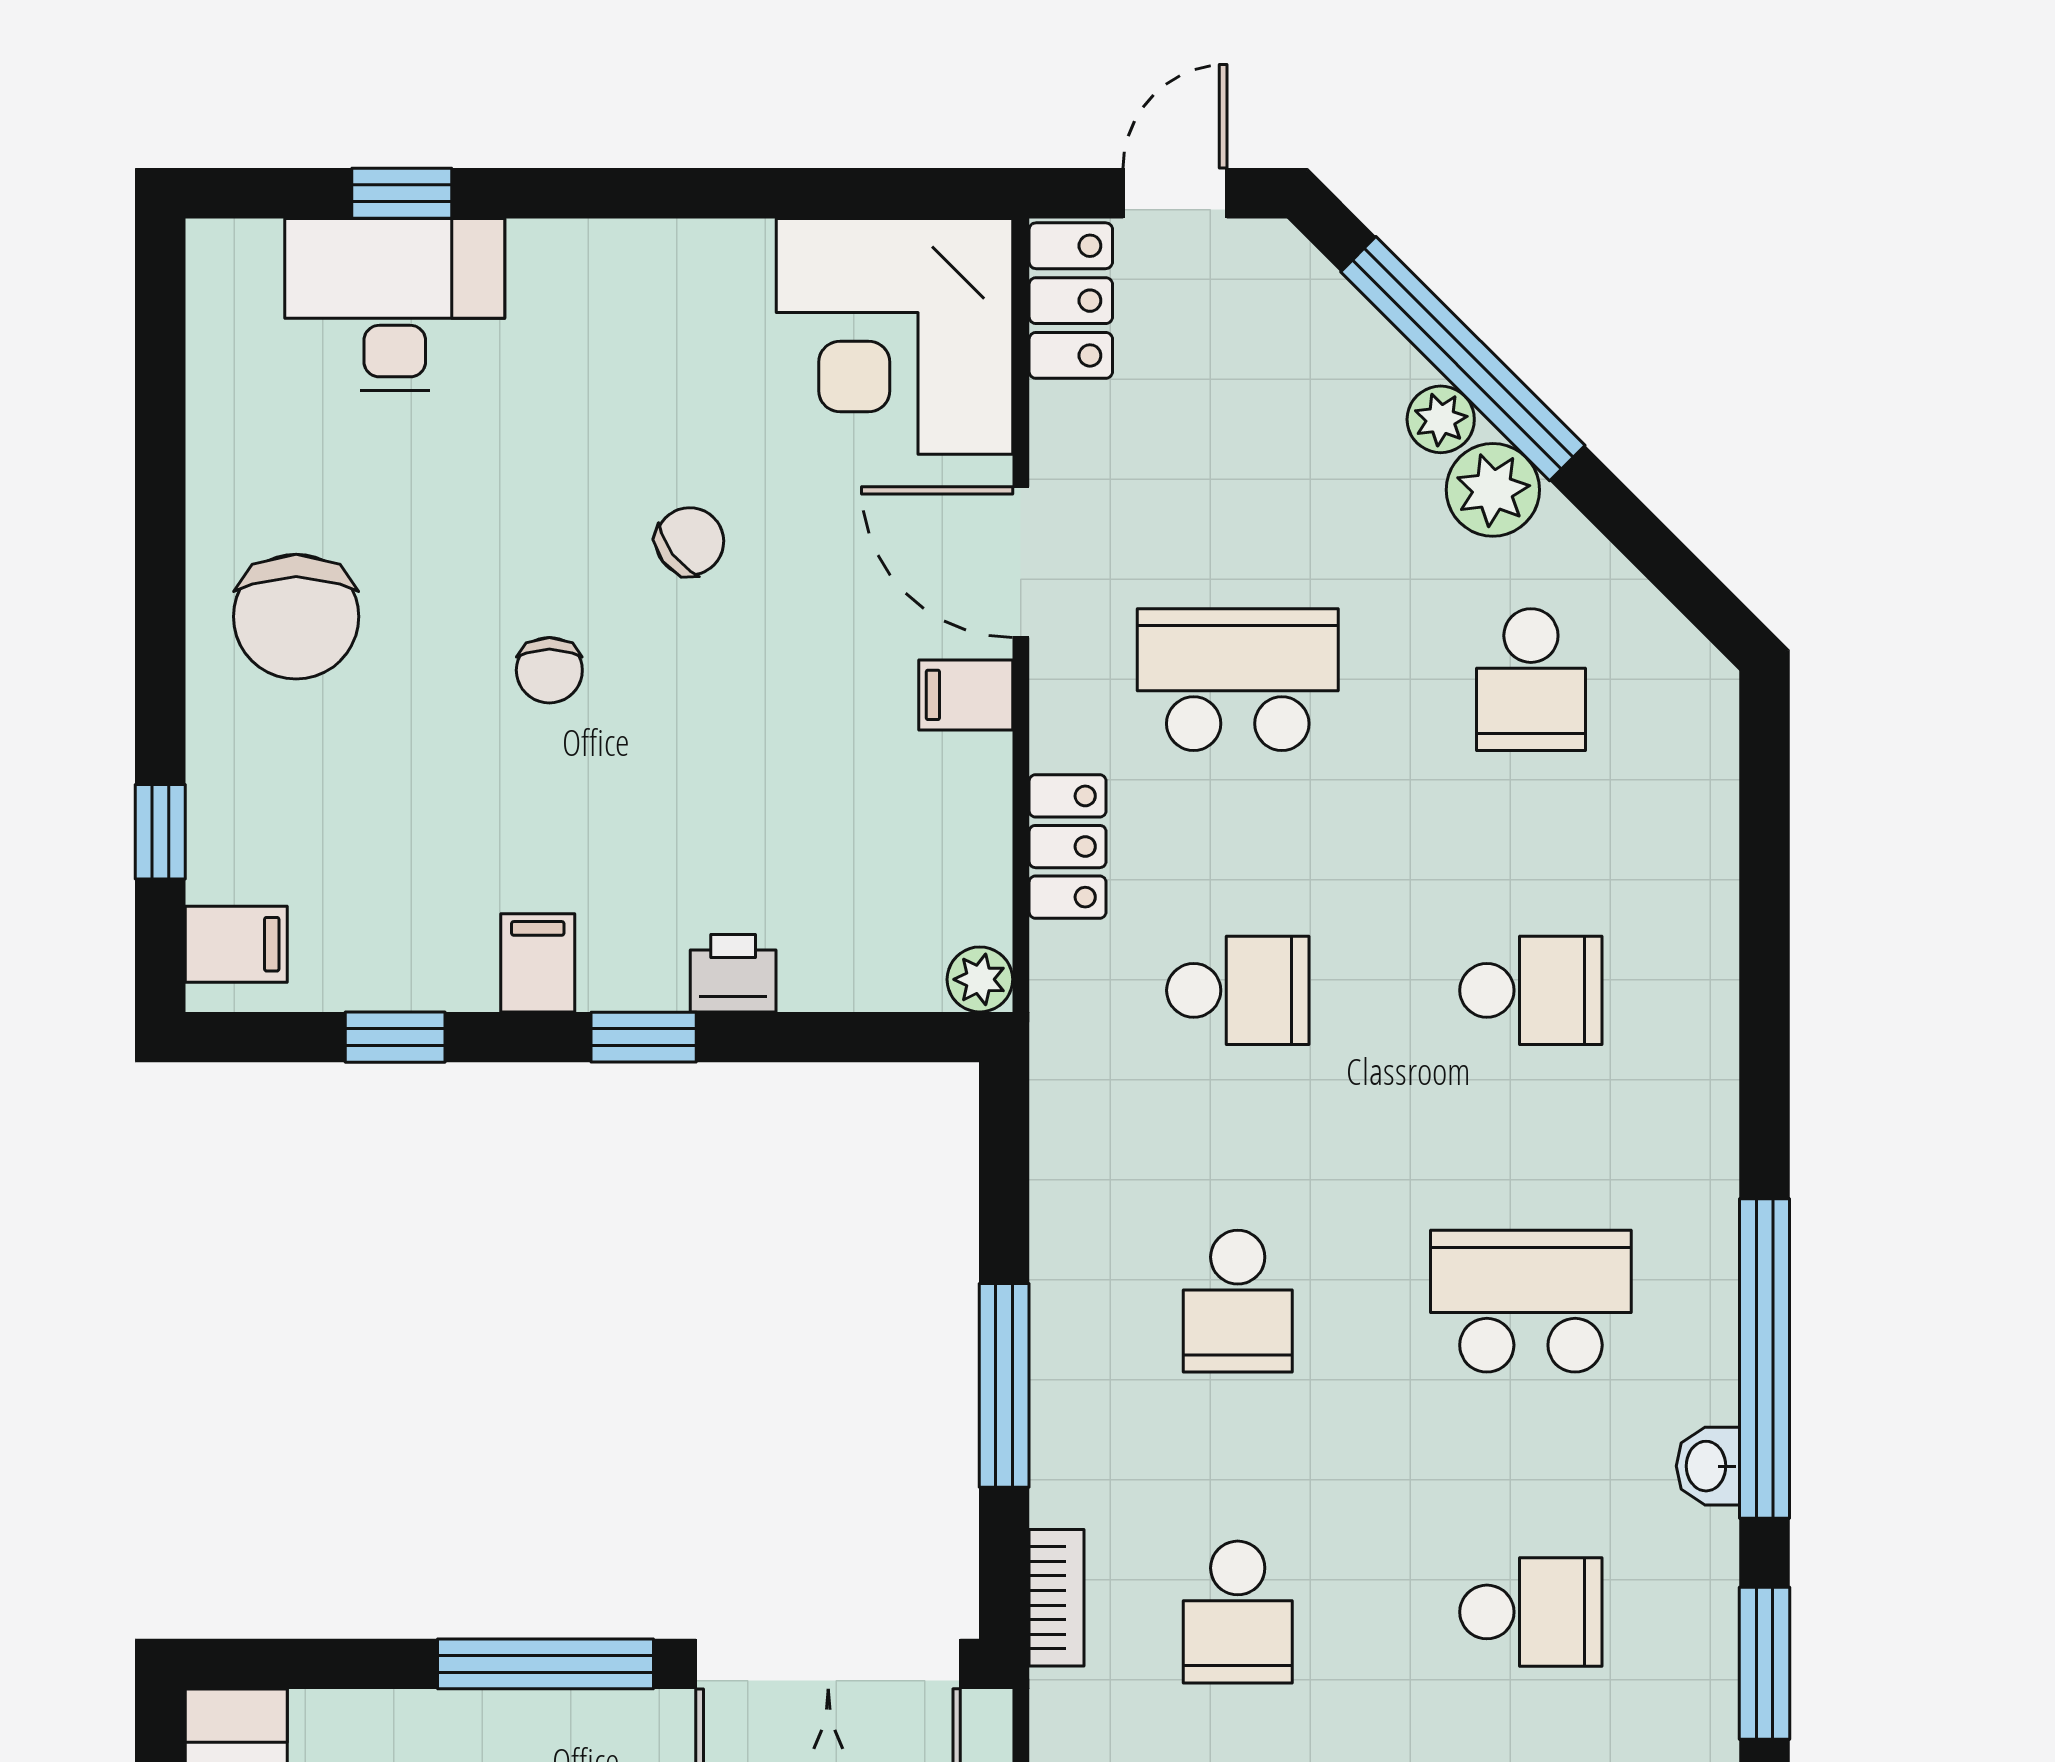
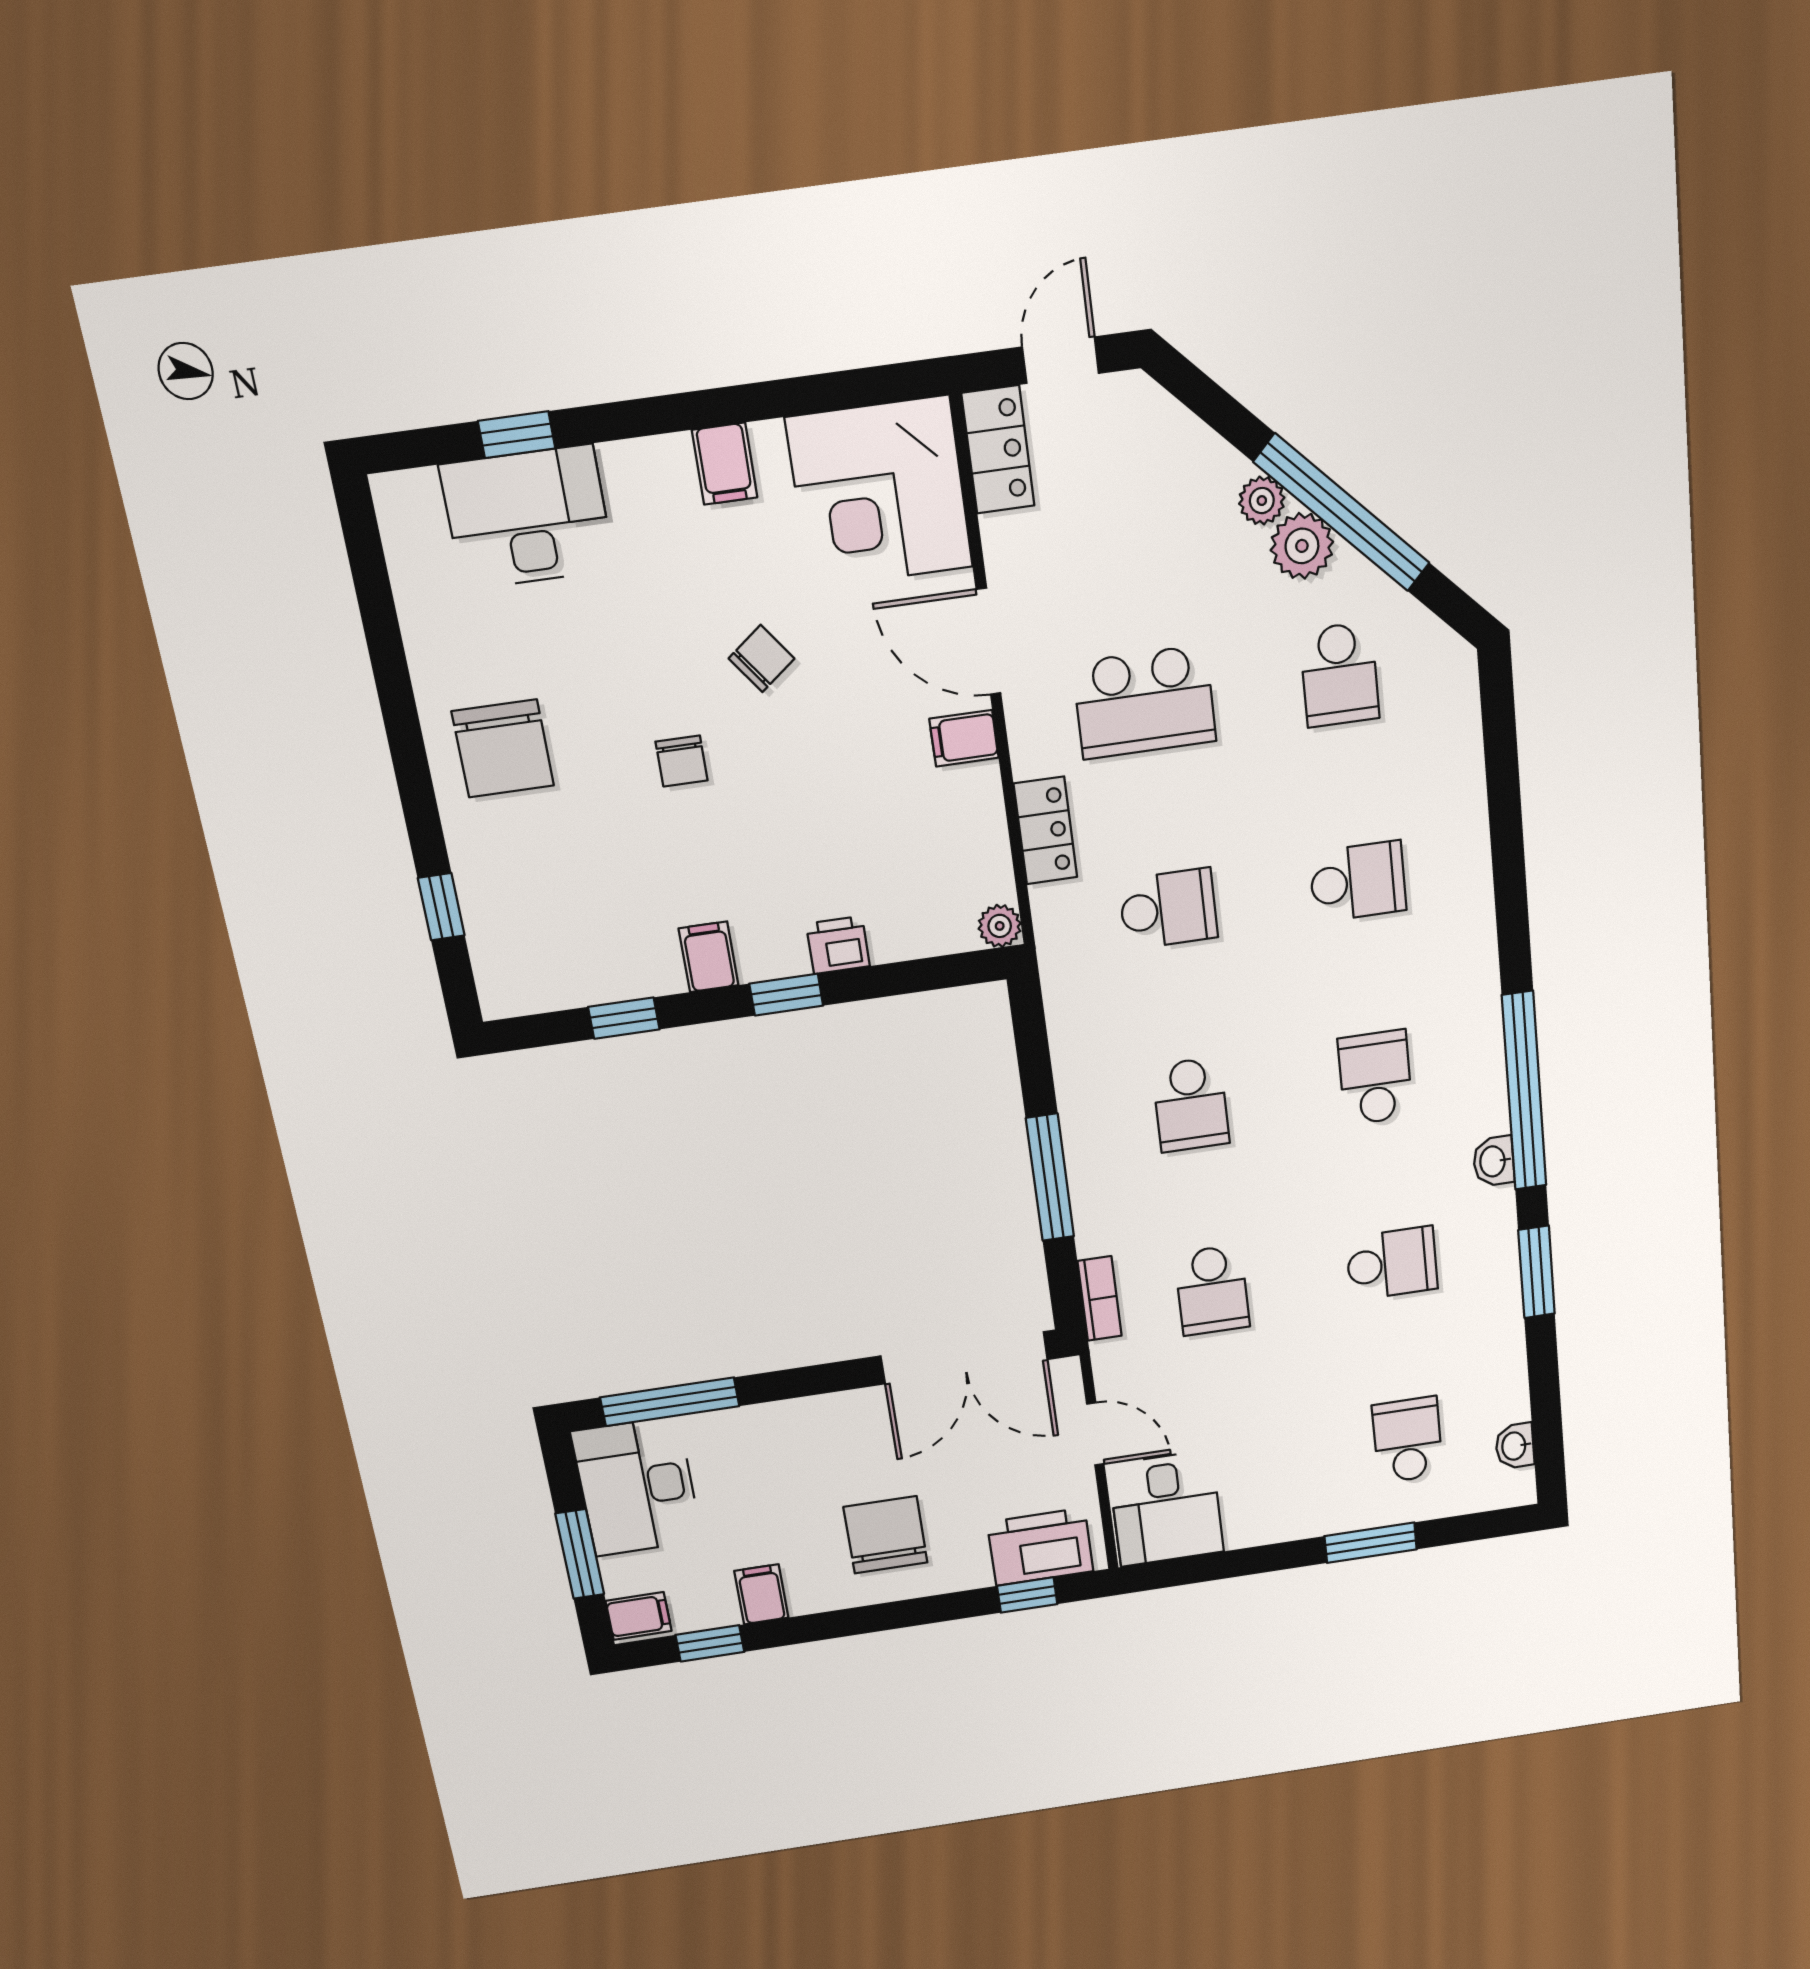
window: (1463, 359) -> (1342, 513), moved
school desk: (1238, 680) -> (1144, 702), turned 180
filing cabinet: (236, 944) -> (725, 464), moved, turned 90
school desk: (1531, 1301) -> (1375, 1078), width x0.54
window: (546, 1664) -> (670, 1402), moved

